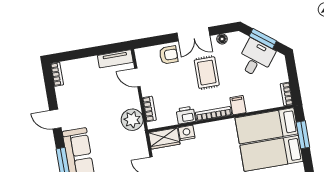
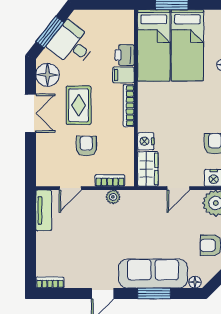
floor lamp: (222, 39) -> (48, 75), width x1.89, depth x1.89
armchair: (169, 55) -> (86, 146), moved
rug: (207, 73) -> (79, 105), turned 90
bookcase: (287, 94) -> (120, 15), removed
printer: (186, 115) -> (125, 55), moved
plant: (132, 120) -> (113, 197), width x0.53, depth x0.53

